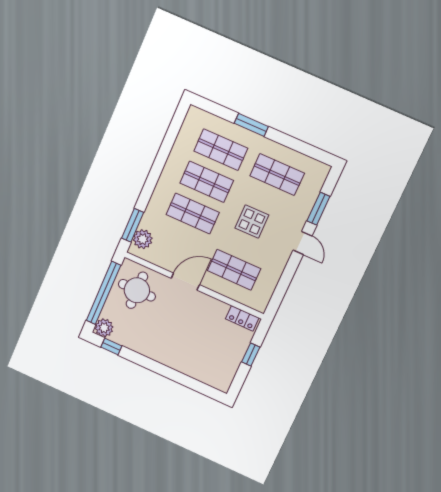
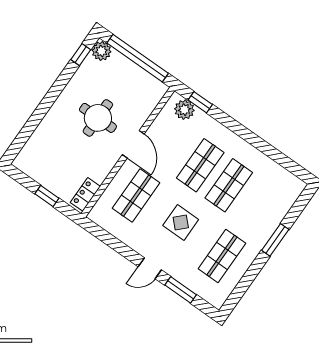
shop shelf: (221, 150) -> (257, 205), removed
window: (133, 225) -> (200, 102), width x0.67
round table: (137, 290) -> (98, 118), moved

